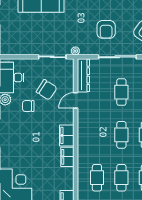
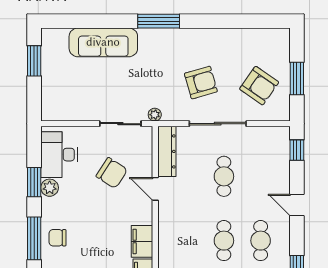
armchair: (106, 29) -> (201, 83), turned -106
door: (76, 100) -> (155, 189), hinge flipped
chair: (28, 106) -> (58, 238), moved

